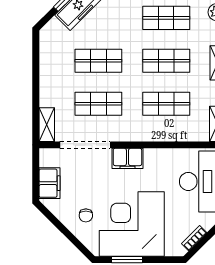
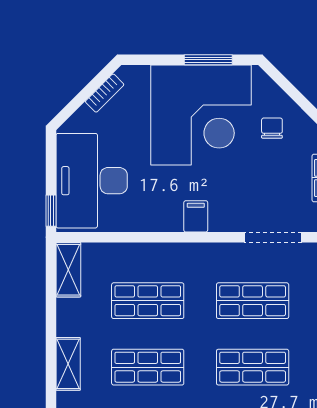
doorway: (85, 145) -> (273, 237), width x0.73
filing cabinet: (127, 158) -> (196, 216), width x0.50

